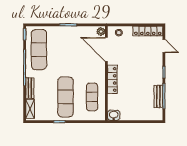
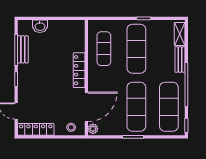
door: (106, 49) -> (86, 107), hinge flipped
exercise mat: (65, 50) -> (136, 107), added
washbasin: (114, 115) -> (40, 26), moved

